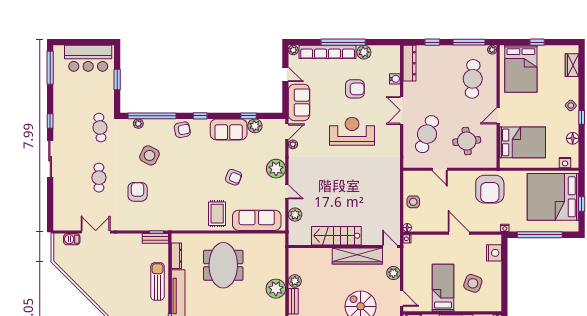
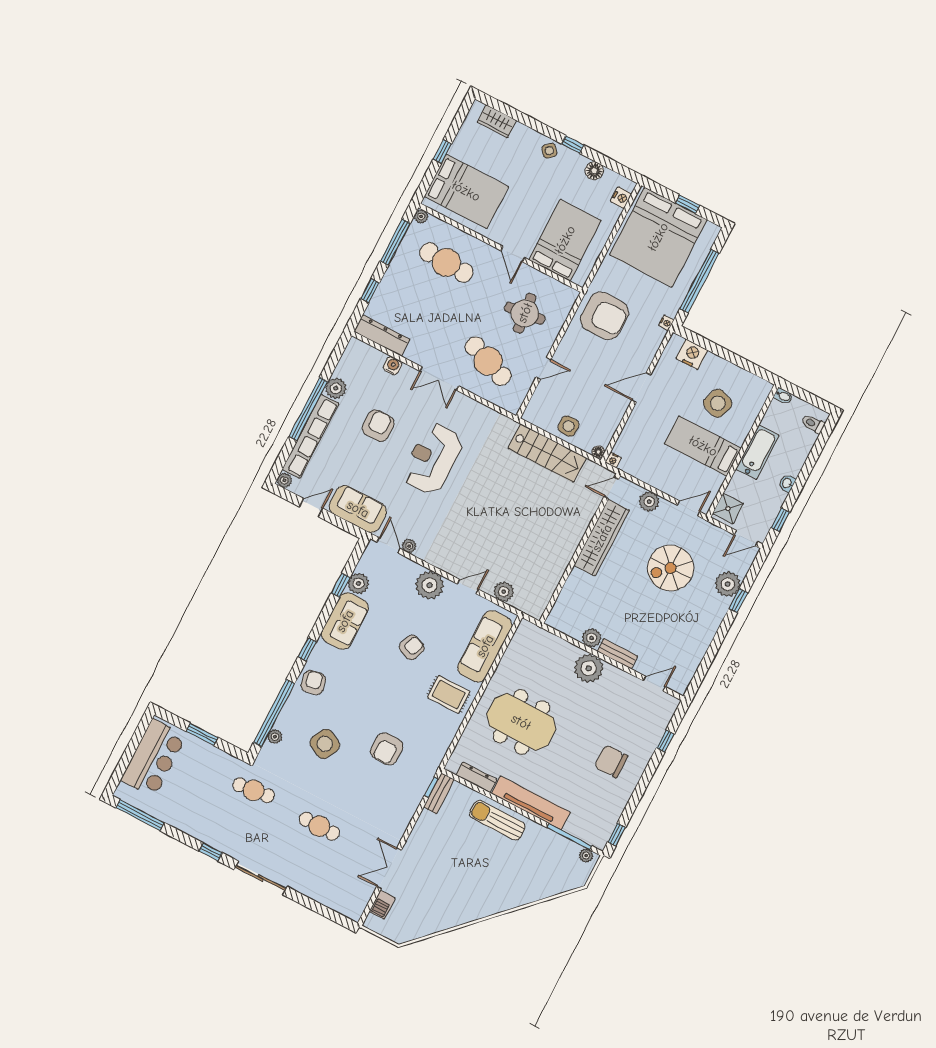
armchair: (138, 192) -> (387, 749), moved, turned -90
stairs: (336, 236) -> (547, 453), moved, turned -90

